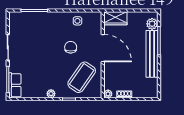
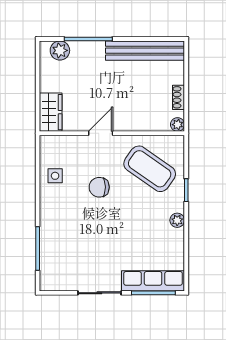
door: (103, 48) -> (101, 133), width x0.53
bench: (152, 54) -> (145, 51), moved
row of seats: (15, 85) -> (153, 281), width x1.48

